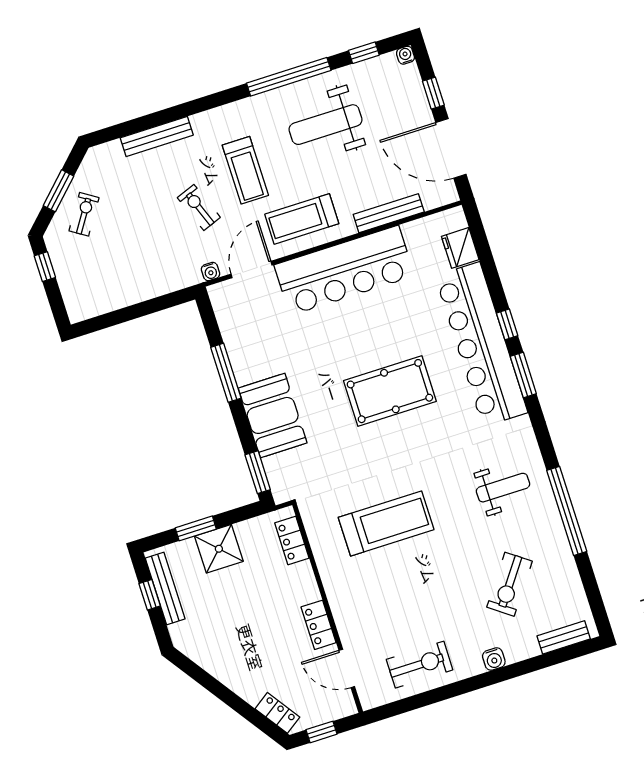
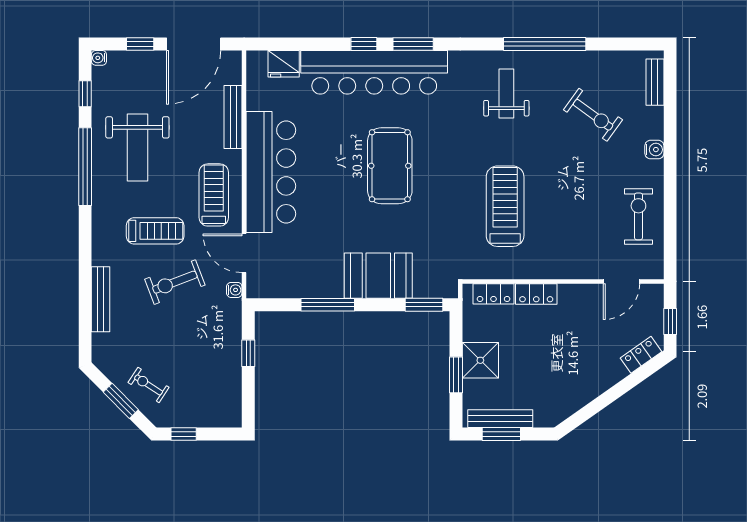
exercise bike: (199, 207) -> (175, 282), width x1.38, depth x1.39
treadmill: (302, 219) -> (214, 195), turned 180
window: (150, 307) -> (248, 353), added
window: (150, 595) -> (501, 434), width x1.50
locker: (319, 625) -> (536, 294), moved

